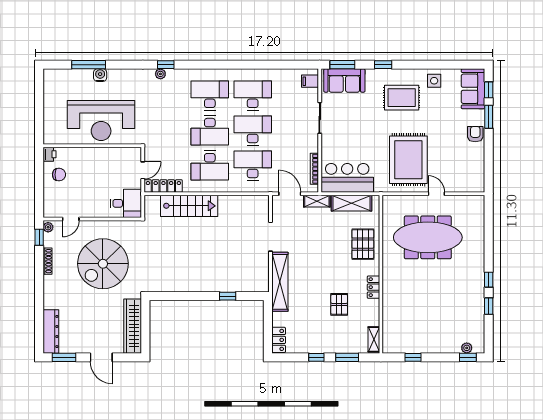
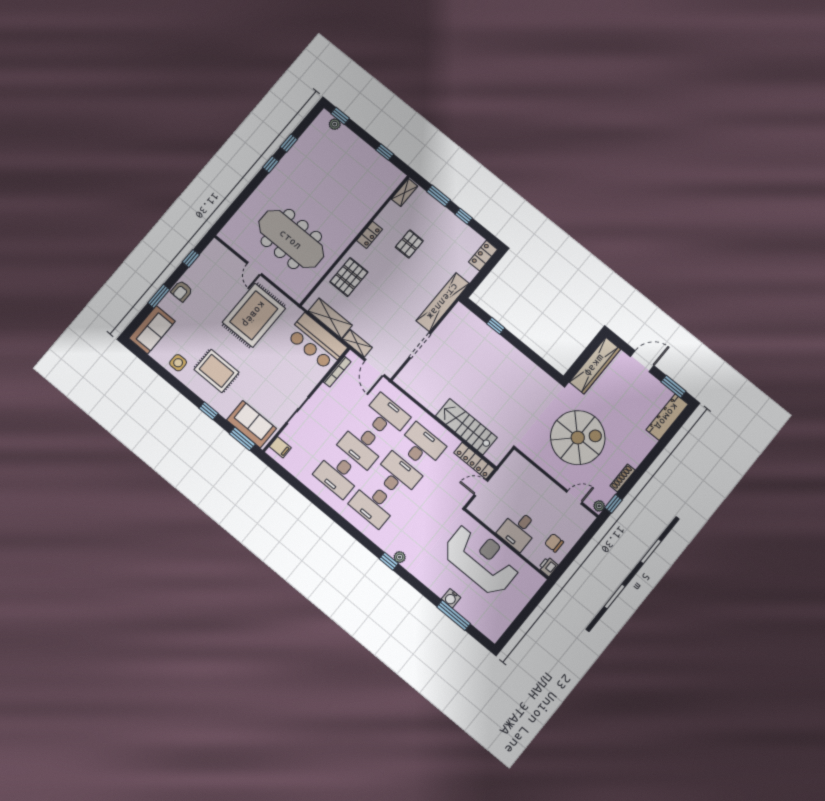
window: (489, 90) -> (191, 258), moved
desk: (253, 166) -> (386, 416), turned 180
desk: (126, 203) -> (518, 530), moved, turned -90
door: (101, 357) -> (642, 361), hinge flipped

